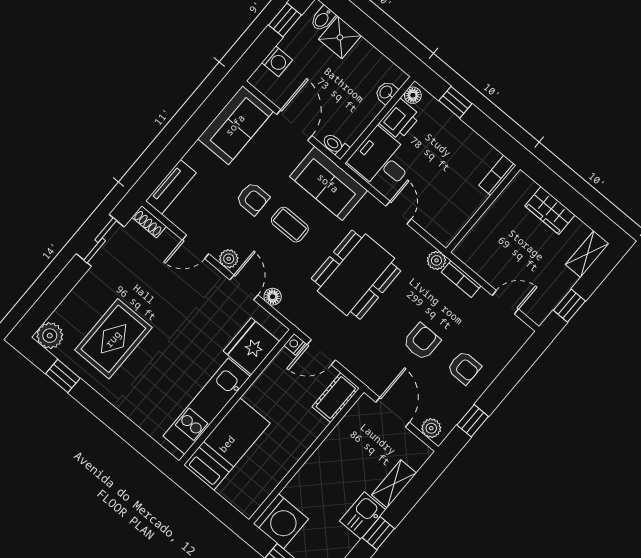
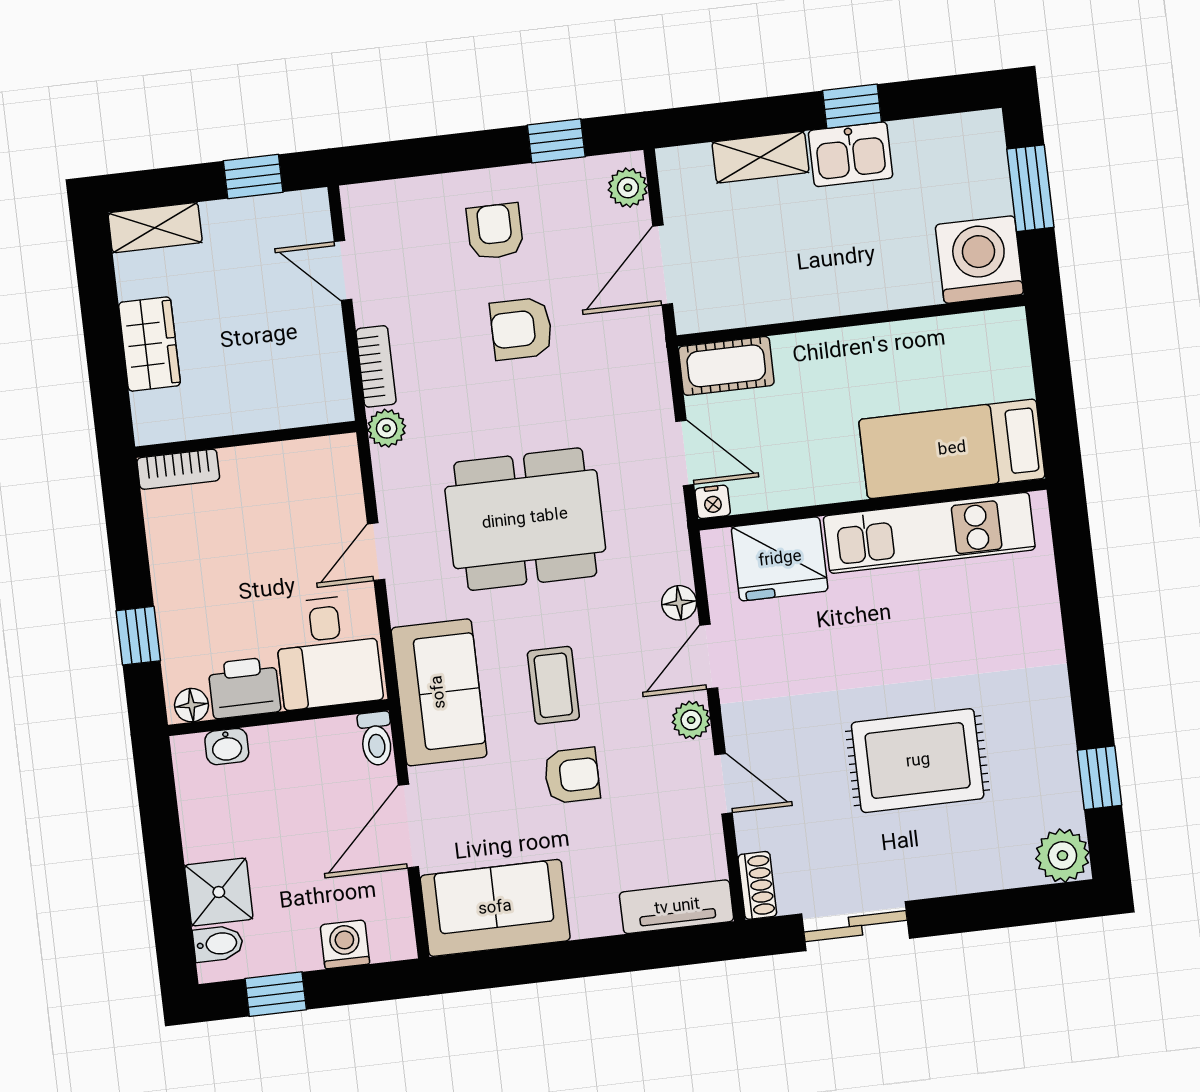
armchair: (253, 199) -> (572, 775), turned 90
rug: (113, 339) -> (918, 761), moved

